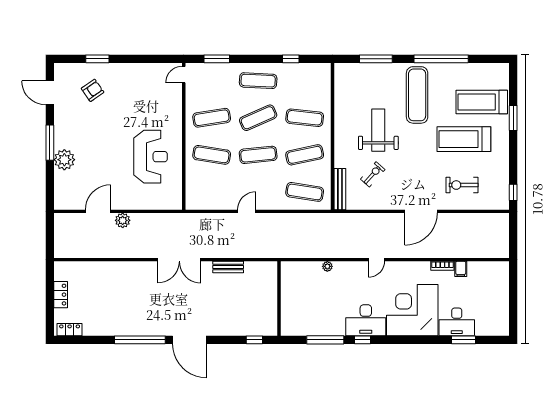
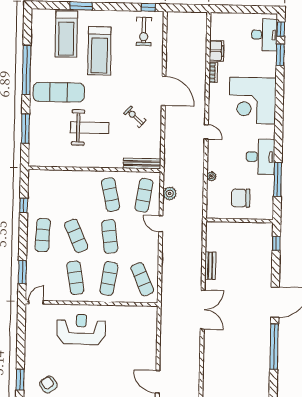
door: (184, 75) -> (36, 302), swing flipped
exercise mat: (305, 118) -> (142, 279), moved, turned -30
weight bench: (378, 130) -> (90, 128), turned 180
reception desk: (150, 157) -> (81, 329), moved
exercise bike: (373, 174) -> (135, 117), moved
exercise bike: (462, 185) -> (144, 31), moved
door: (247, 211) -> (161, 224), moved
plant: (123, 220) -> (170, 193), moved
filing cabinet: (461, 269) -> (216, 51), width x2.00
chair: (304, 299) -> (241, 198), added
desk: (366, 320) -> (260, 157), moved
desk: (457, 322) -> (264, 35), moved
window: (362, 340) -> (281, 29), moved

